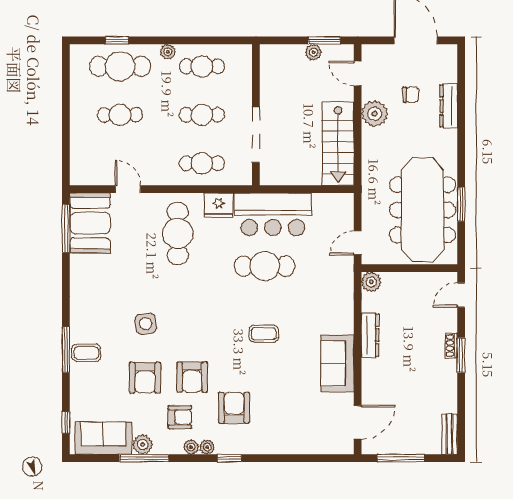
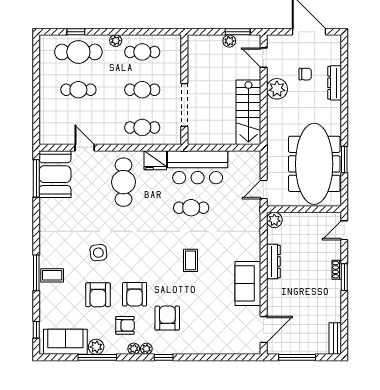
cafe table: (265, 266) -> (191, 208), width x0.73, depth x0.74
coffee table: (264, 334) -> (190, 260), turned 90

